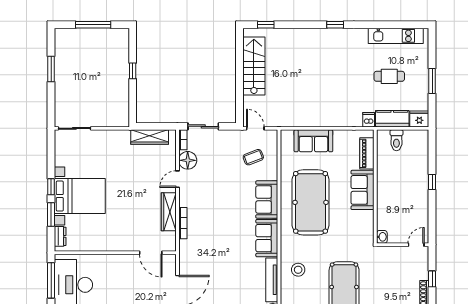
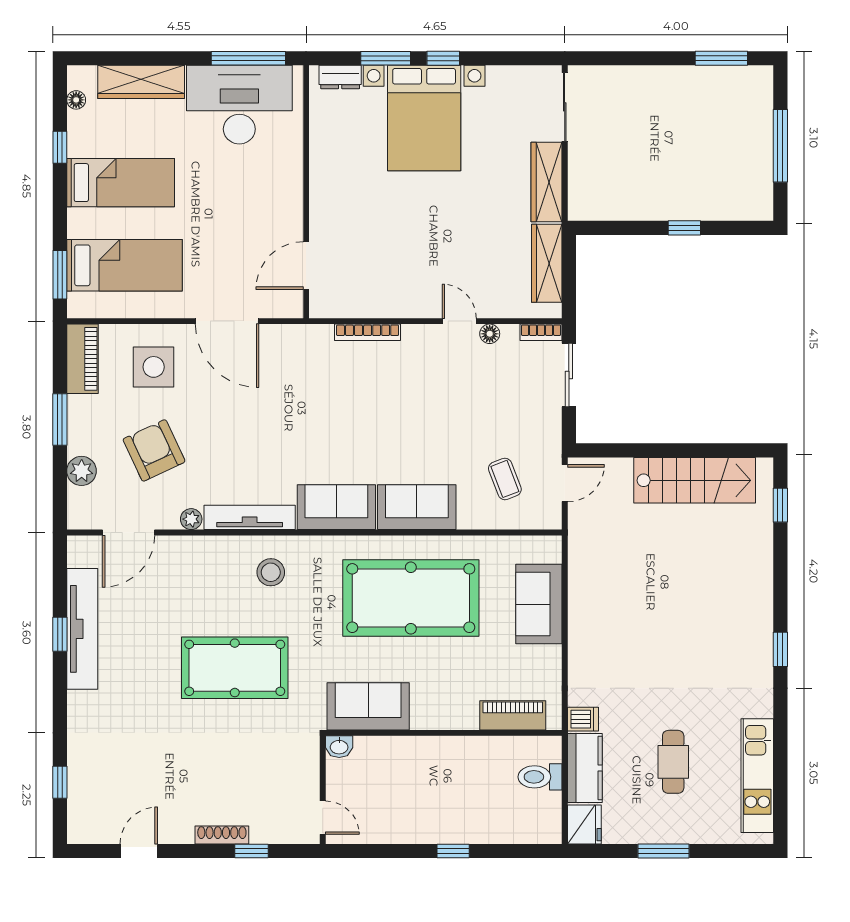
window: (51, 69) -> (721, 58), moved
floor lamp: (188, 160) -> (490, 334), width x0.53, depth x0.53
sofa: (363, 190) -> (368, 706), moved
wardrobe: (169, 212) -> (547, 182), moved, turned -90

